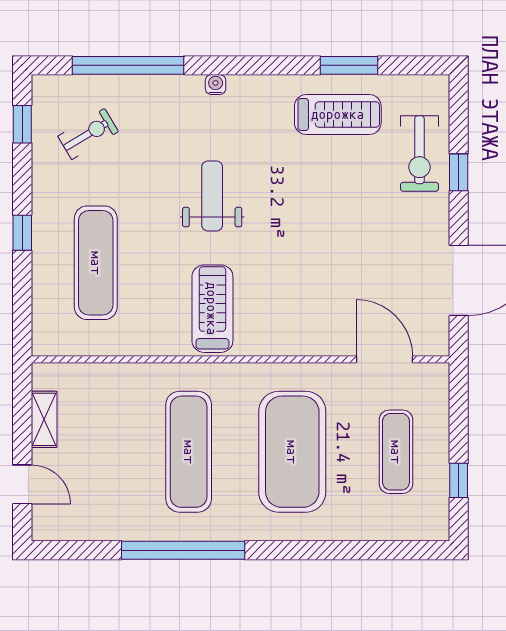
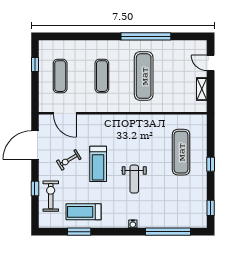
exercise bike: (88, 134) -> (69, 160), moved
treadmill: (212, 309) -> (98, 164), moved
exercise mat: (292, 452) -> (102, 76), width x0.50, depth x0.69

